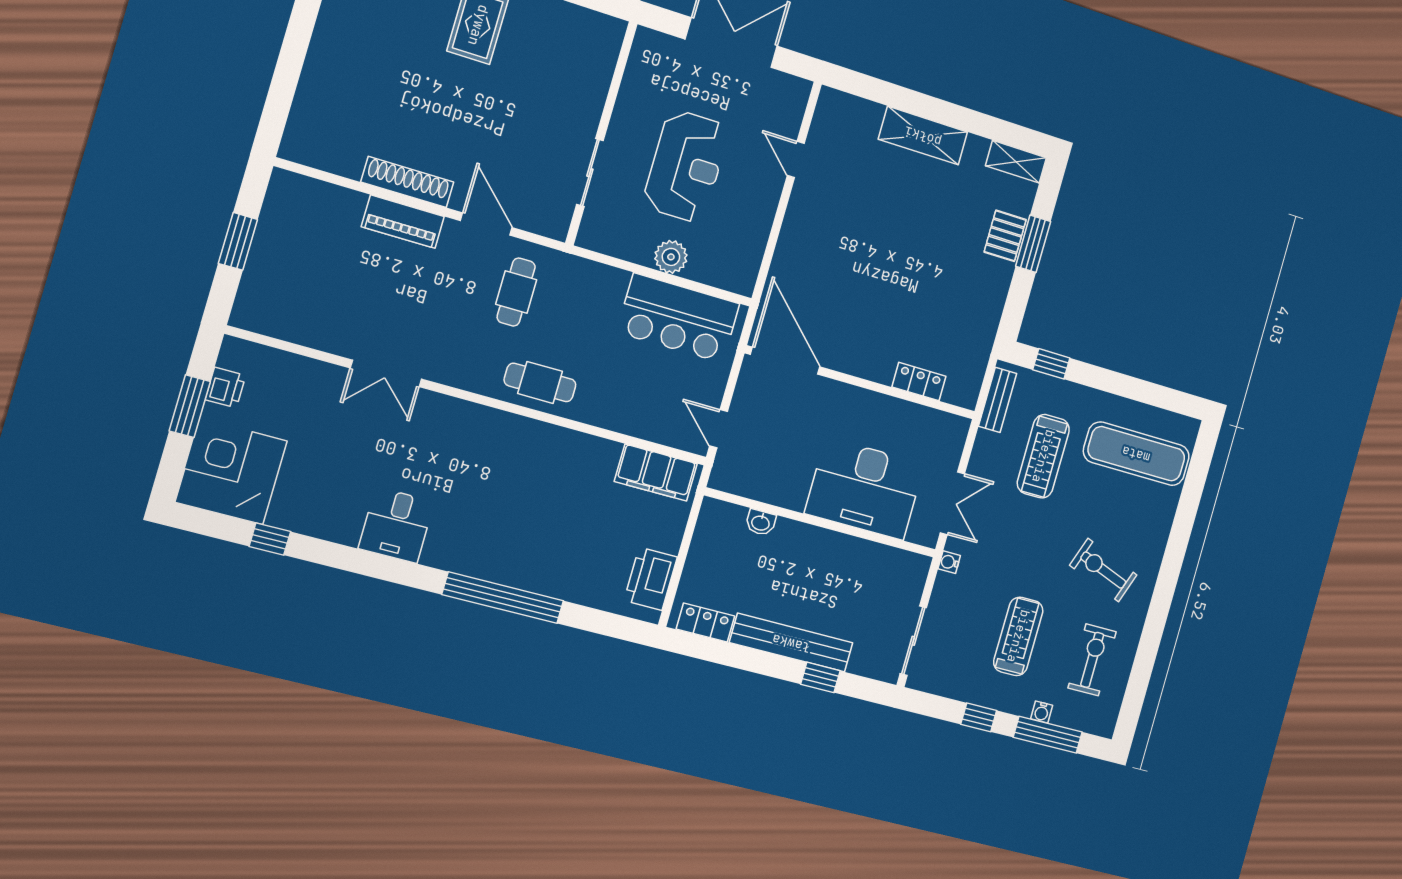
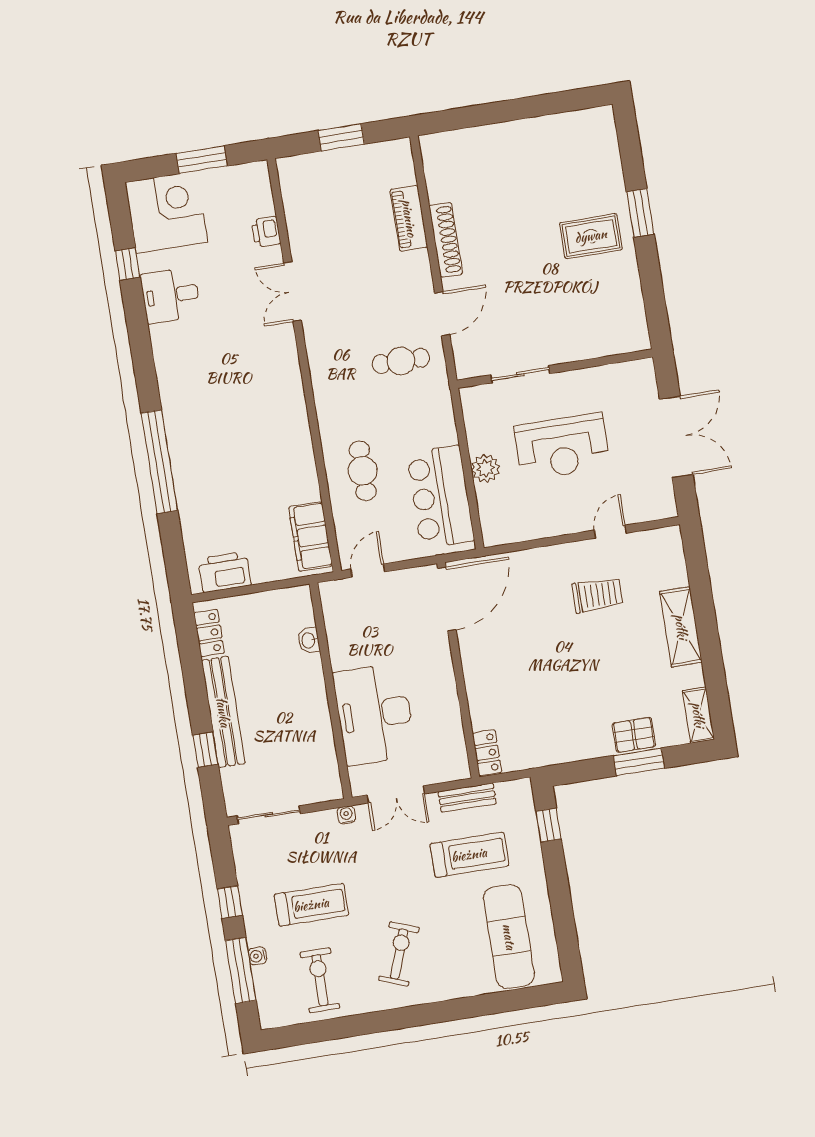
trolley: (853, 204) -> (597, 595), added
piano: (403, 222) -> (409, 218), moved
cafe table: (540, 382) -> (363, 471), moved
locker: (919, 382) -> (487, 753), moved
printer: (225, 388) -> (266, 232), moved, turned 90
bench: (998, 400) -> (467, 798), moved
treadmill: (1043, 456) -> (469, 855), turned 180
desk: (396, 525) -> (171, 295), moved
exercise bike: (1092, 660) -> (320, 980), turned -90

